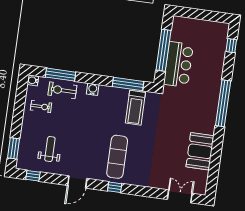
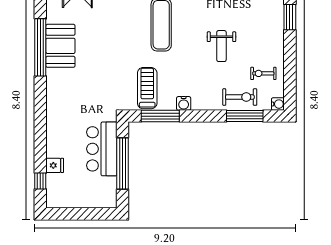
fridge: (218, 56) -> (55, 165), added
water cooler: (93, 89) -> (184, 103), moved
window: (223, 103) -> (40, 47), moved
weight bench: (50, 149) -> (221, 46), moved

